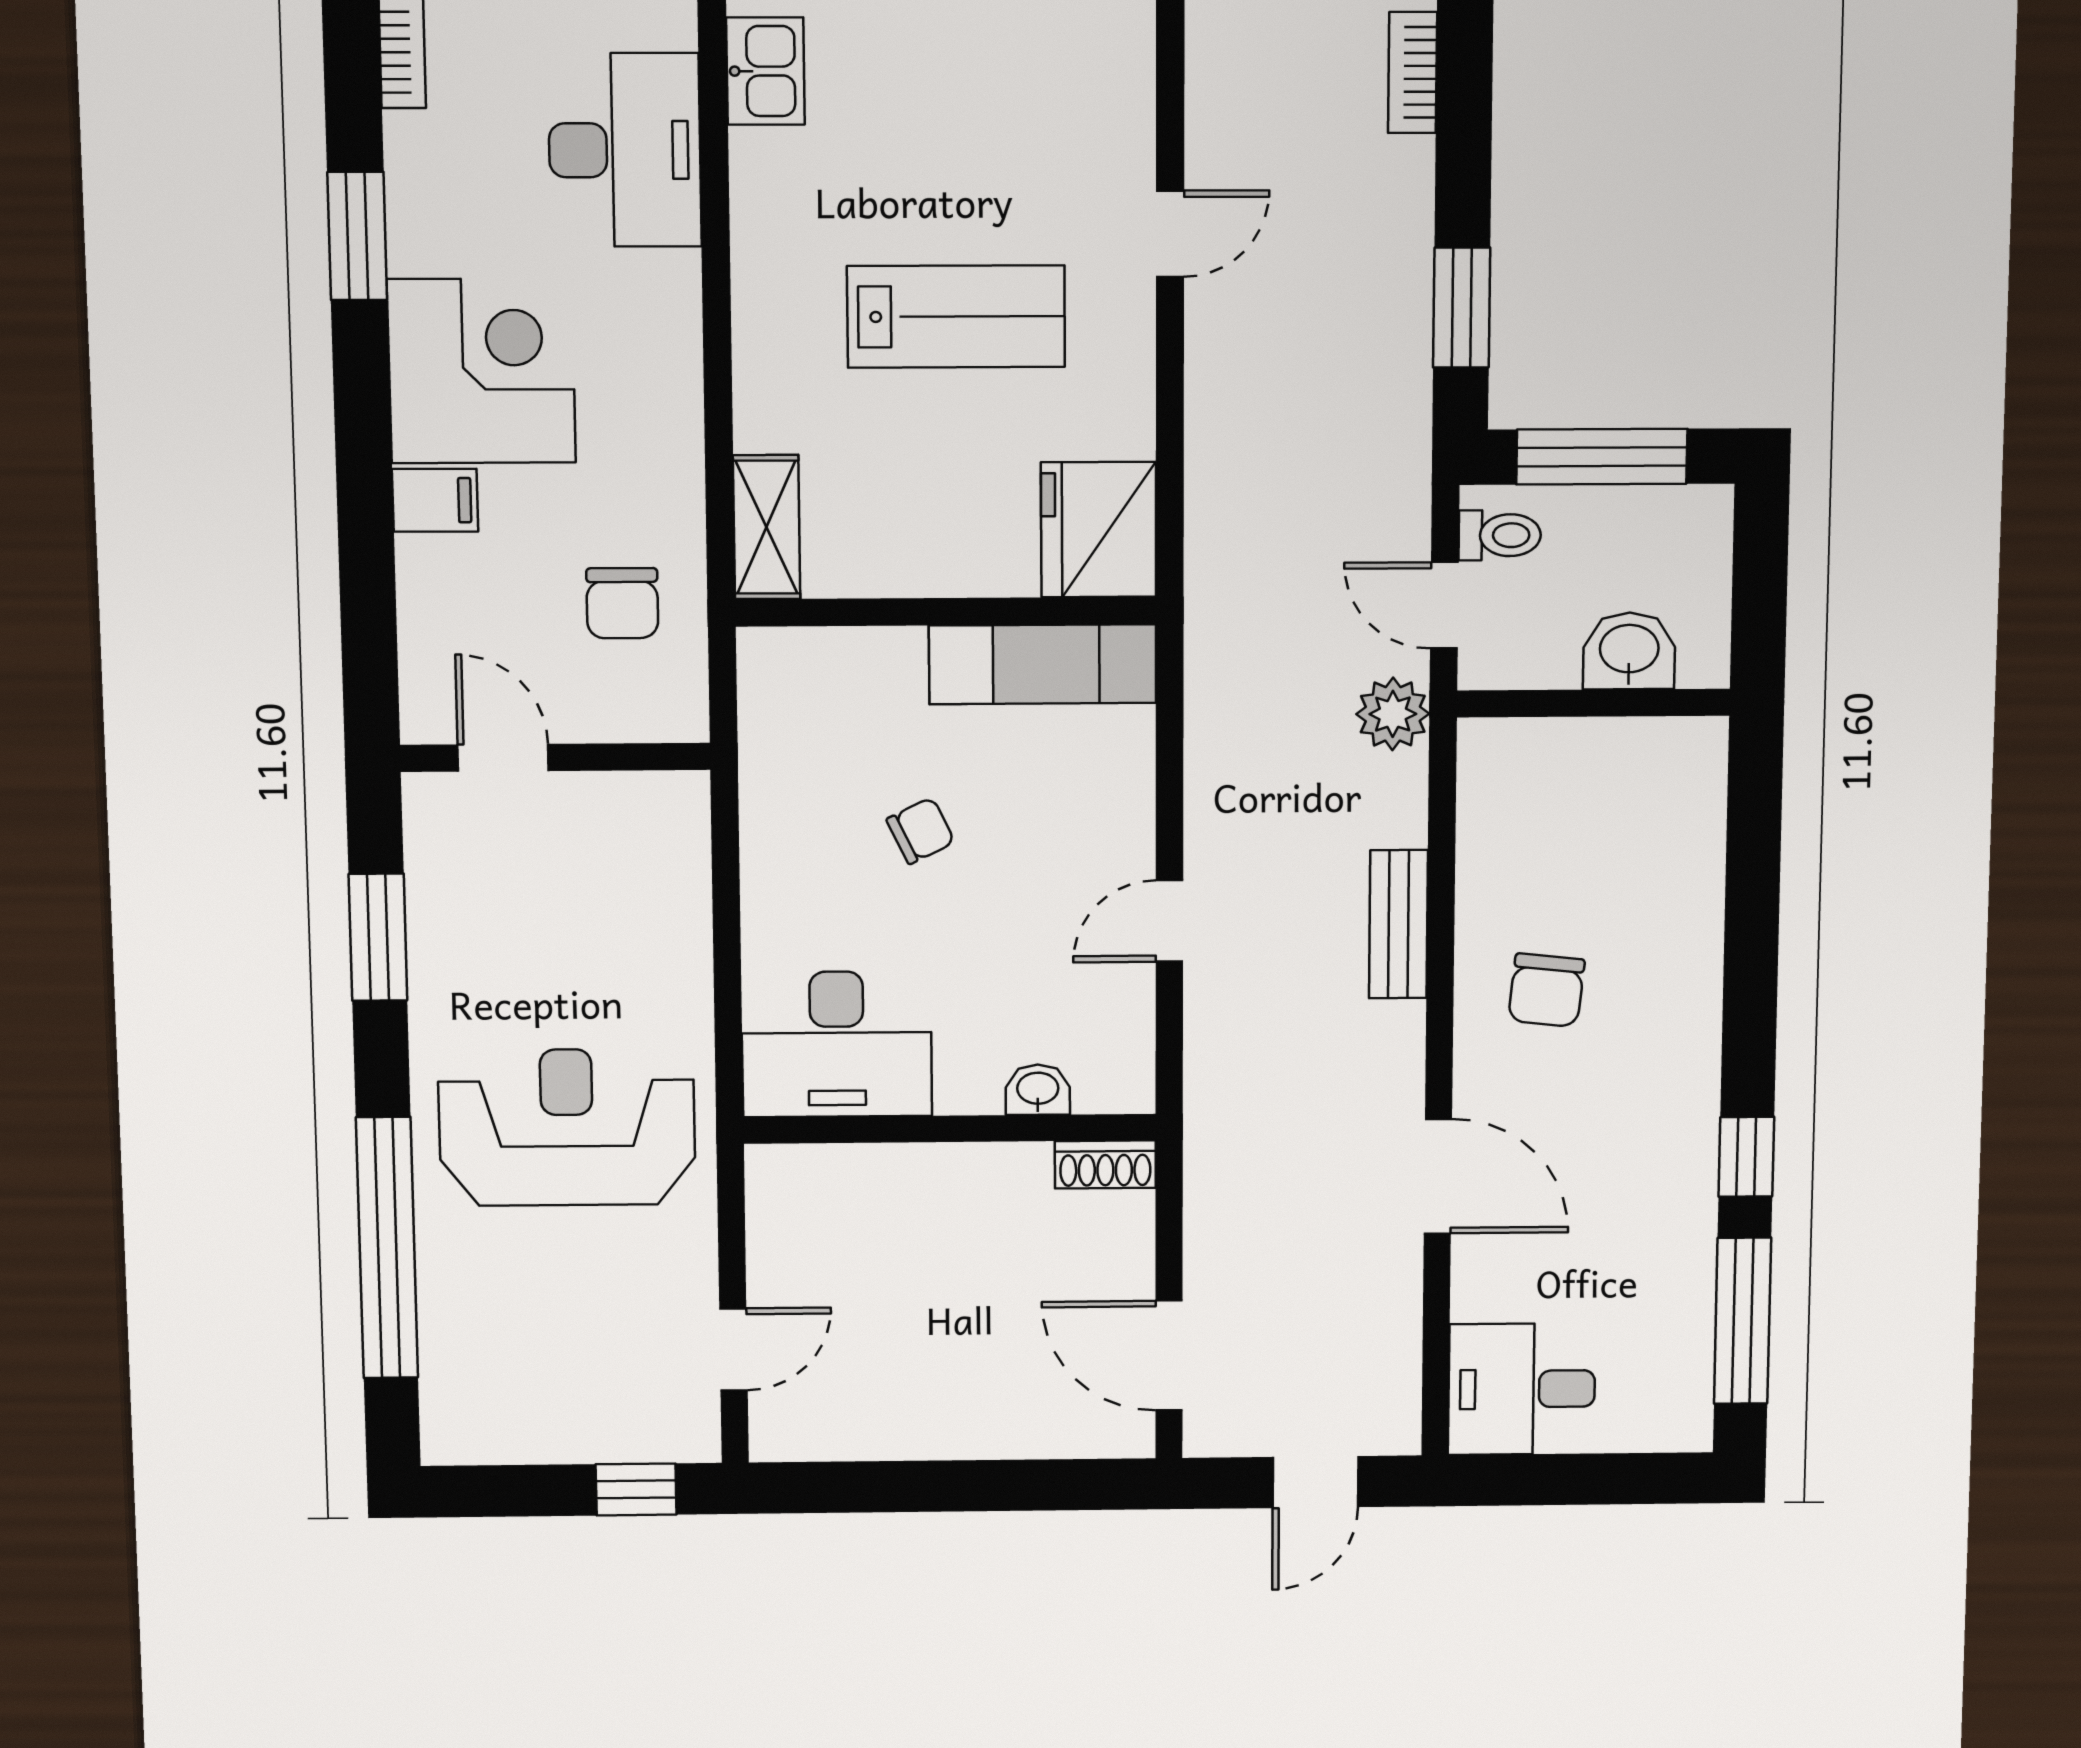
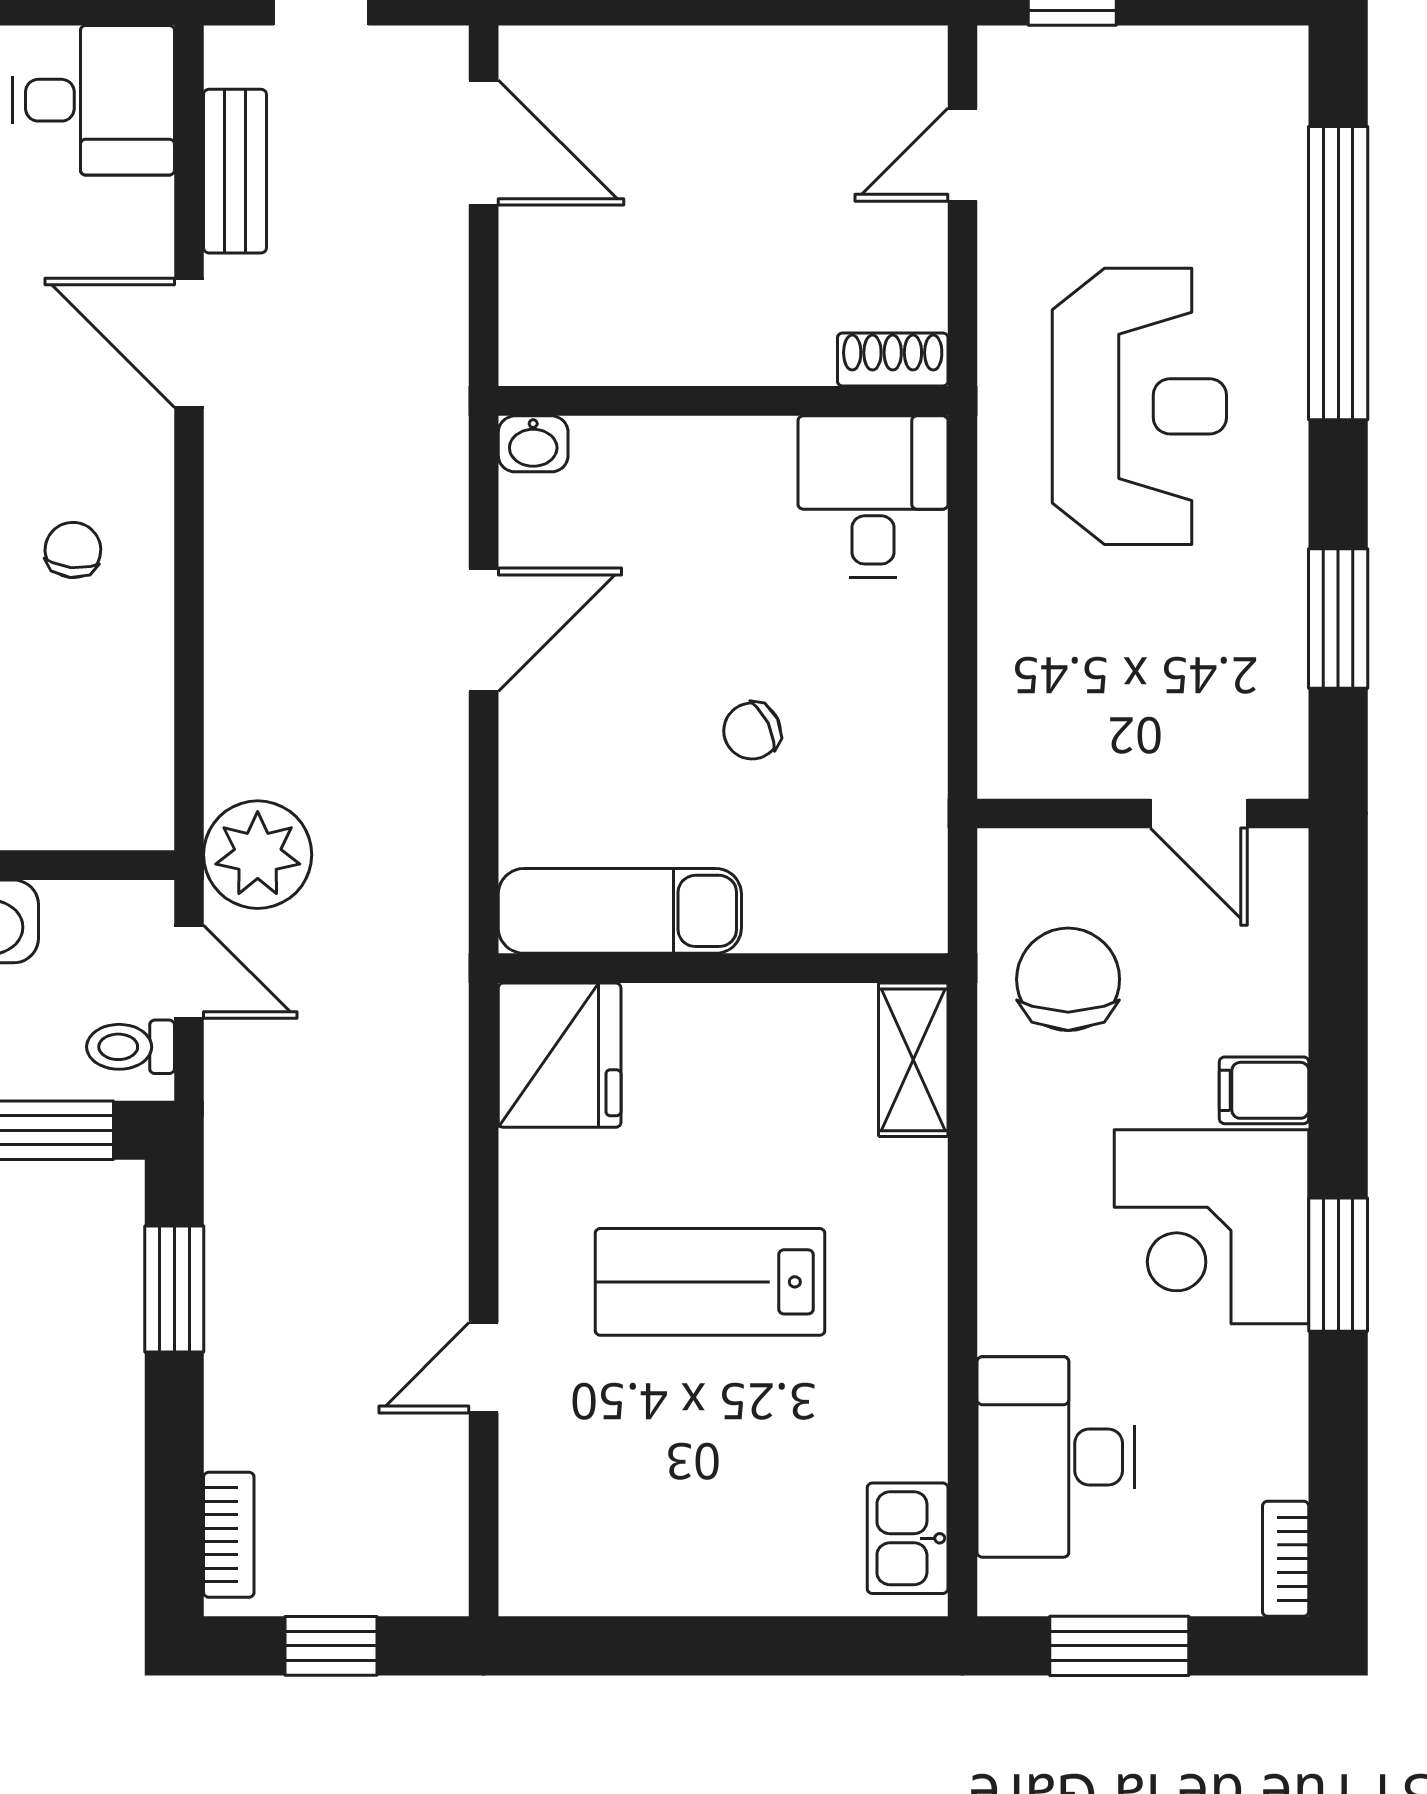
window: (357, 236) -> (1338, 1265), moved
chair: (622, 603) -> (1068, 979), width x1.37, depth x1.37
plant: (1393, 714) -> (258, 855), width x1.36, depth x1.36
door: (1169, 921) -> (484, 630), width x1.38
bench: (1398, 924) -> (235, 171), moved
chair: (1546, 990) -> (73, 550), width x0.73, depth x0.73
desk: (837, 1044) -> (873, 496), width x0.73
washbasin: (1038, 1090) -> (533, 444), moved
reception desk: (567, 1127) -> (1139, 406), turned -90
shoe rack: (1105, 1164) -> (893, 359), moved

